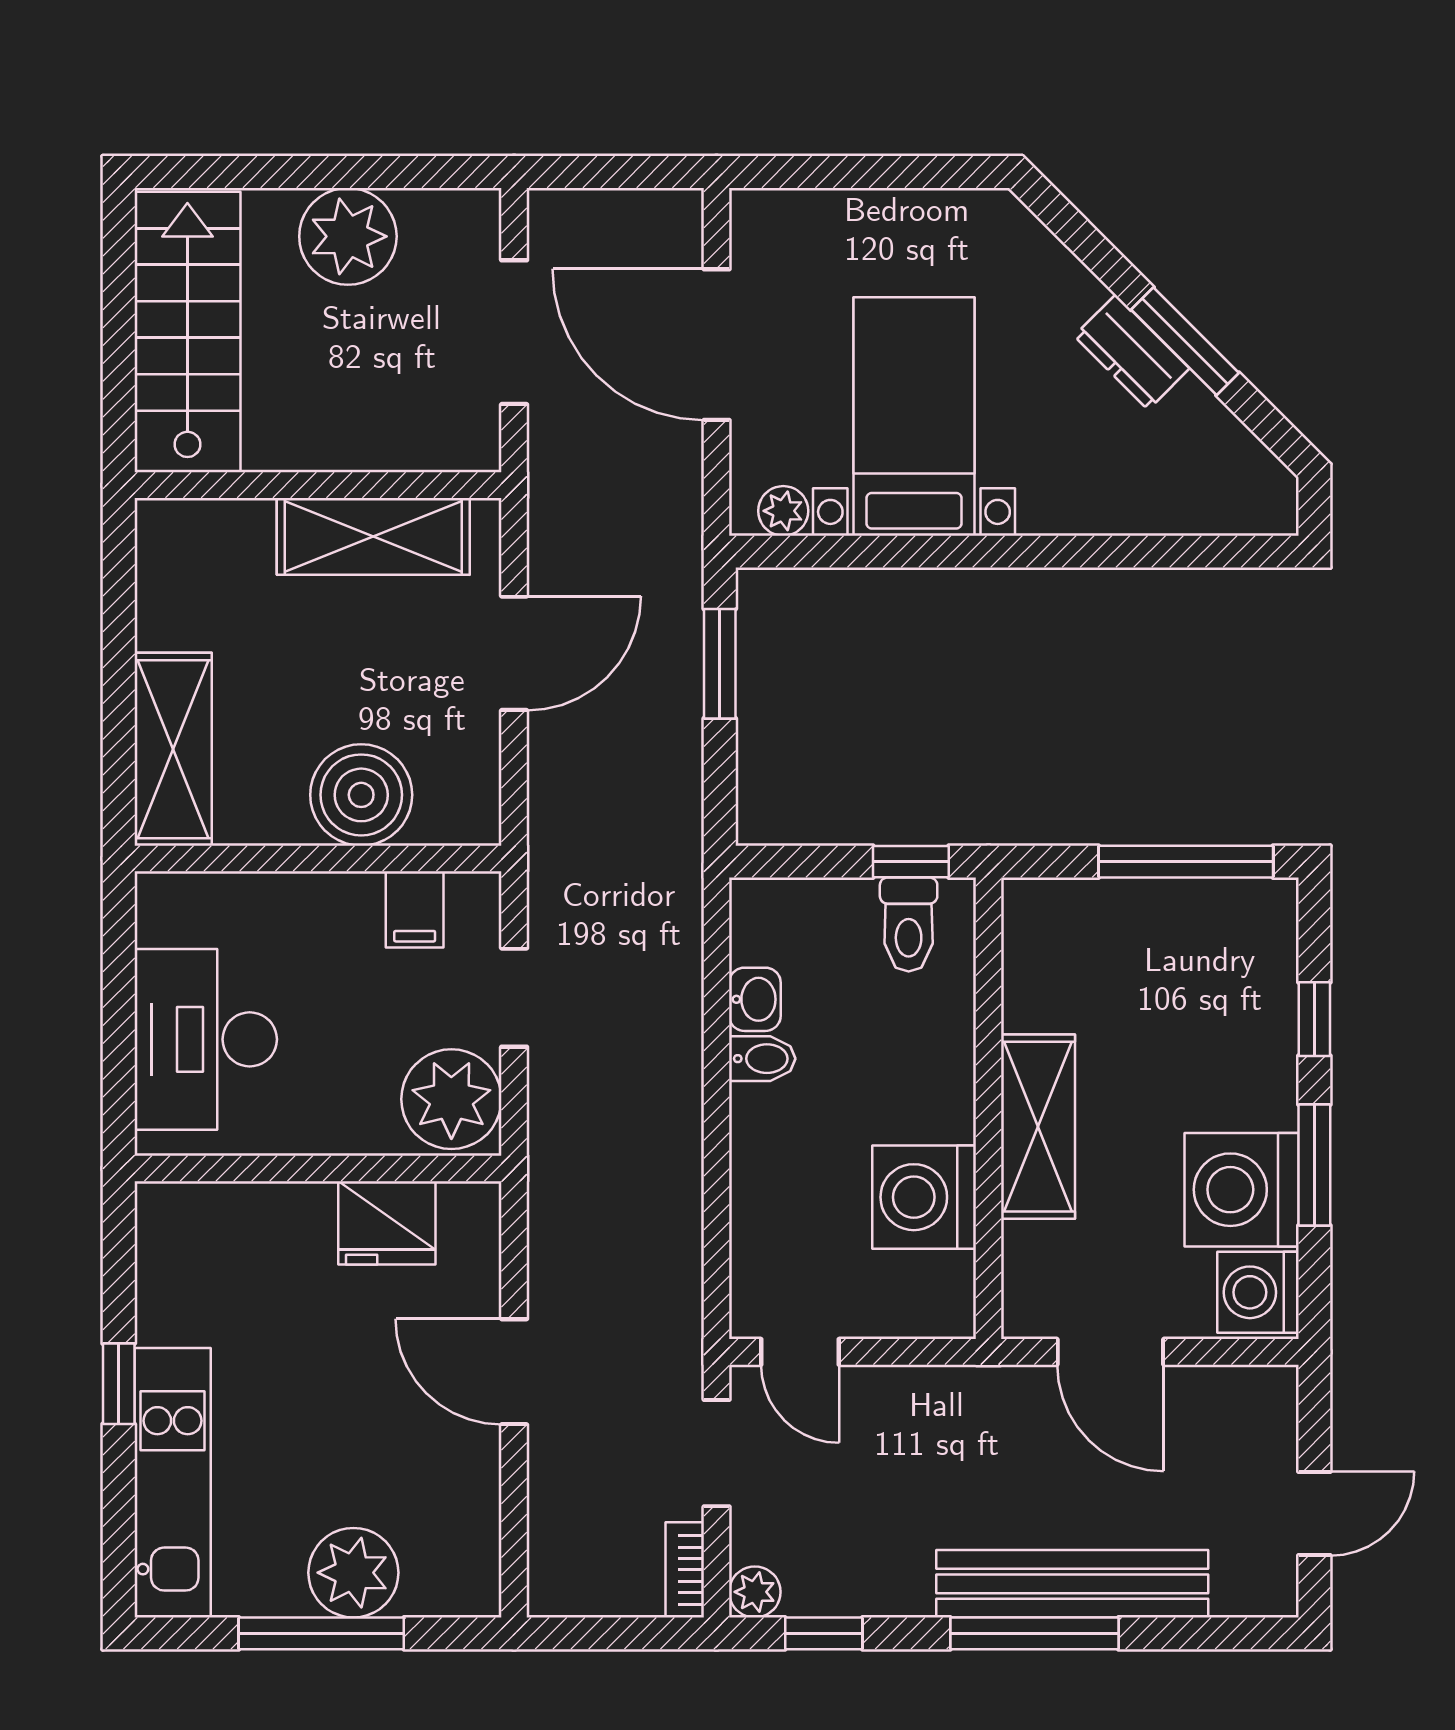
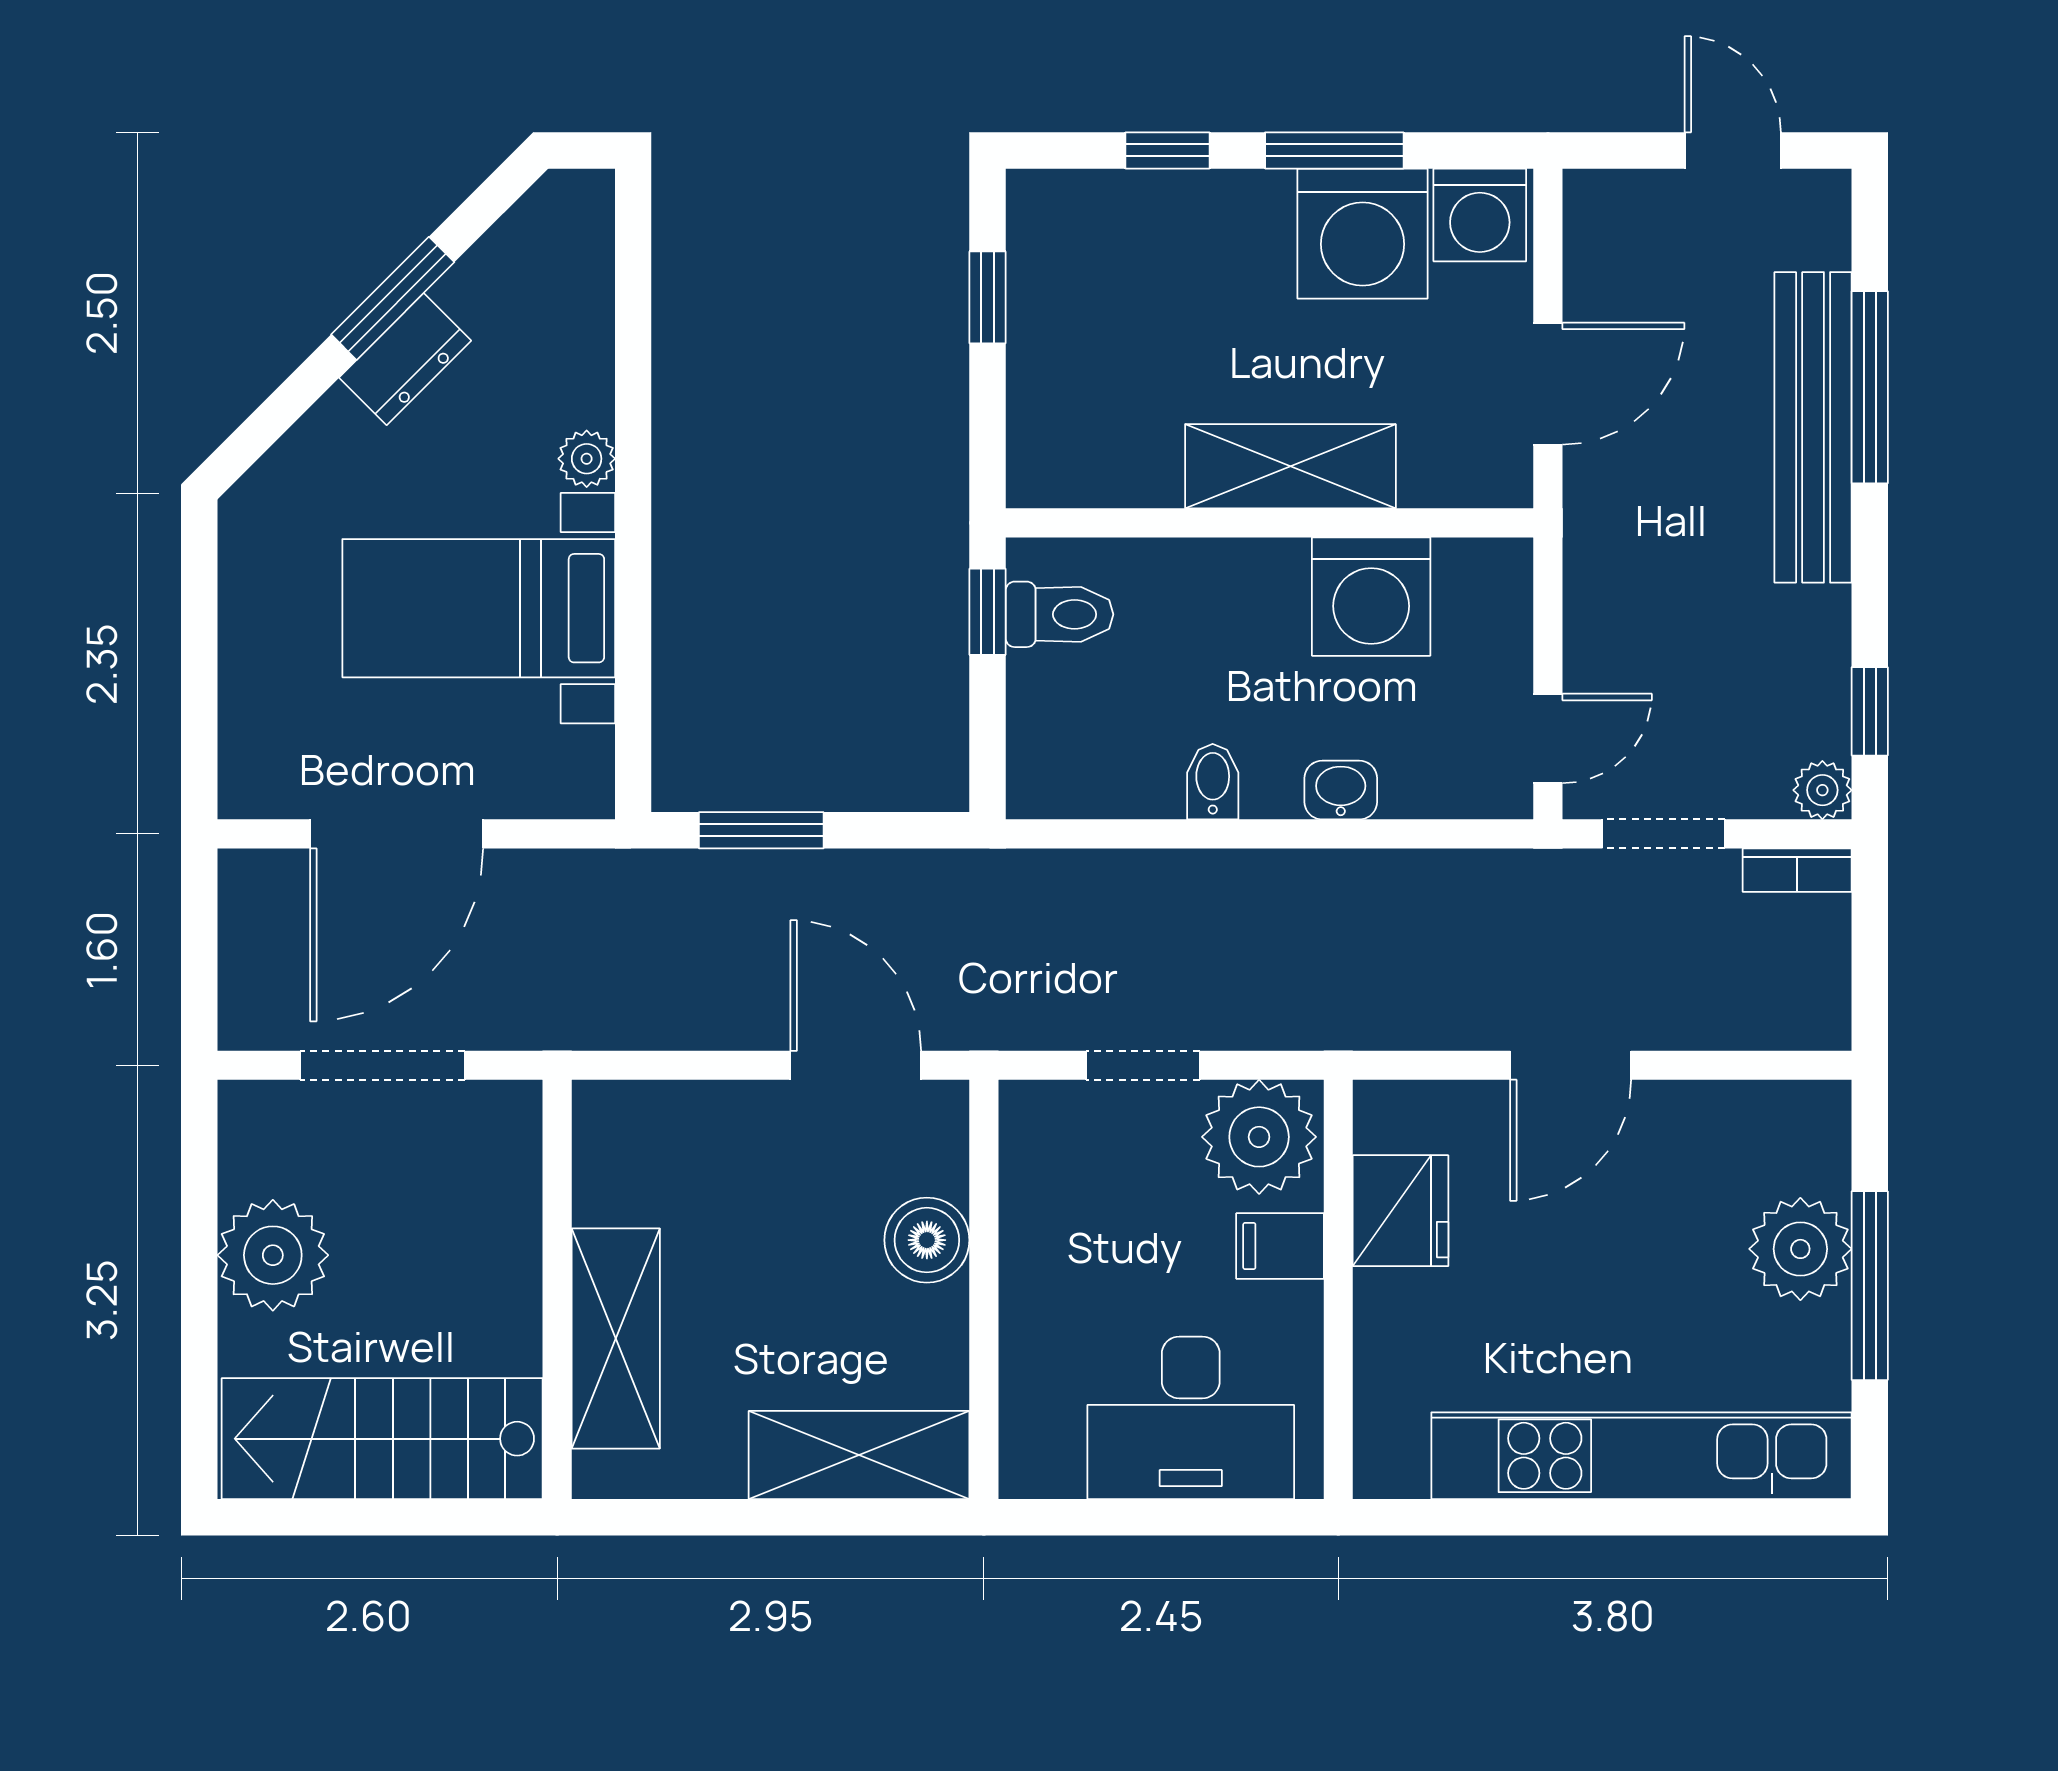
plant: (783, 511) -> (587, 459), moved
shelving: (373, 536) -> (616, 1339), moved
door: (514, 653) -> (856, 1065), moved
boiler: (361, 795) -> (927, 1240), width x0.73, depth x0.73
window: (1186, 862) -> (987, 297), width x0.46
filing cabinet: (415, 909) -> (1280, 1246), moved, turned 180
washbasin: (755, 999) -> (1341, 790), moved
window: (119, 1384) -> (1584, 1517), removed
kitchen unit: (173, 1483) -> (1642, 1456), width x1.36
window: (1034, 1633) -> (1870, 387), moved

